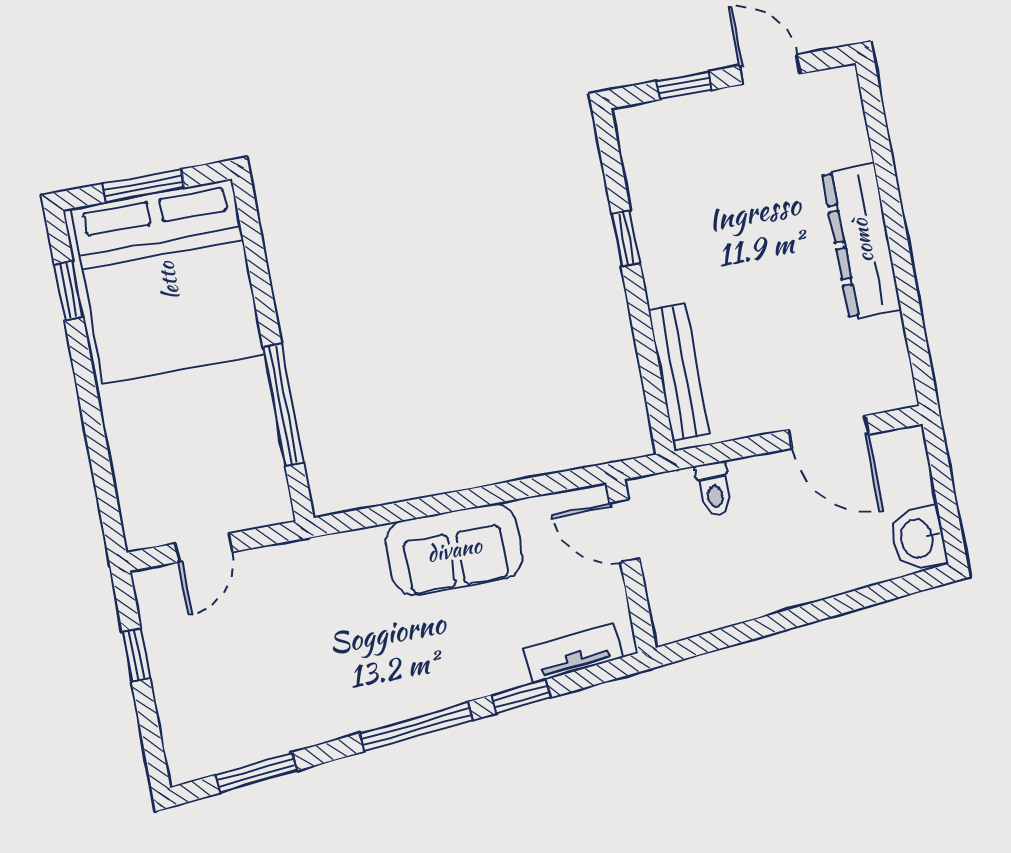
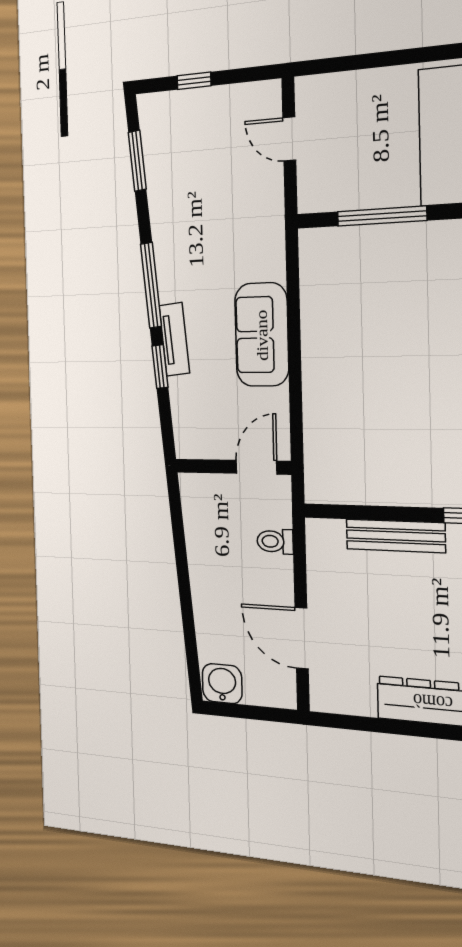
bench: (679, 372) -> (395, 536), moved
door: (829, 432) -> (302, 638), hinge flipped
tv unit: (573, 653) -> (174, 339), moved
window: (136, 655) -> (194, 81), moved

